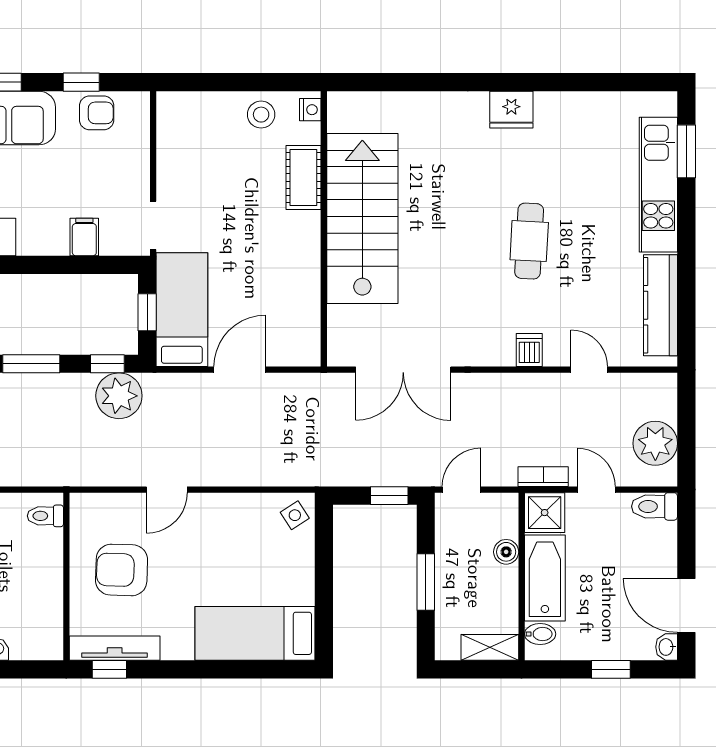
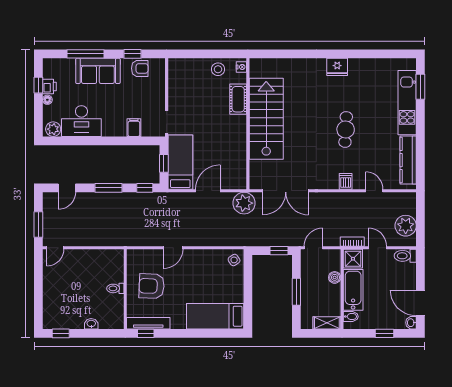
plant: (119, 396) -> (244, 203), moved
toilet: (45, 516) -> (115, 288), moved

